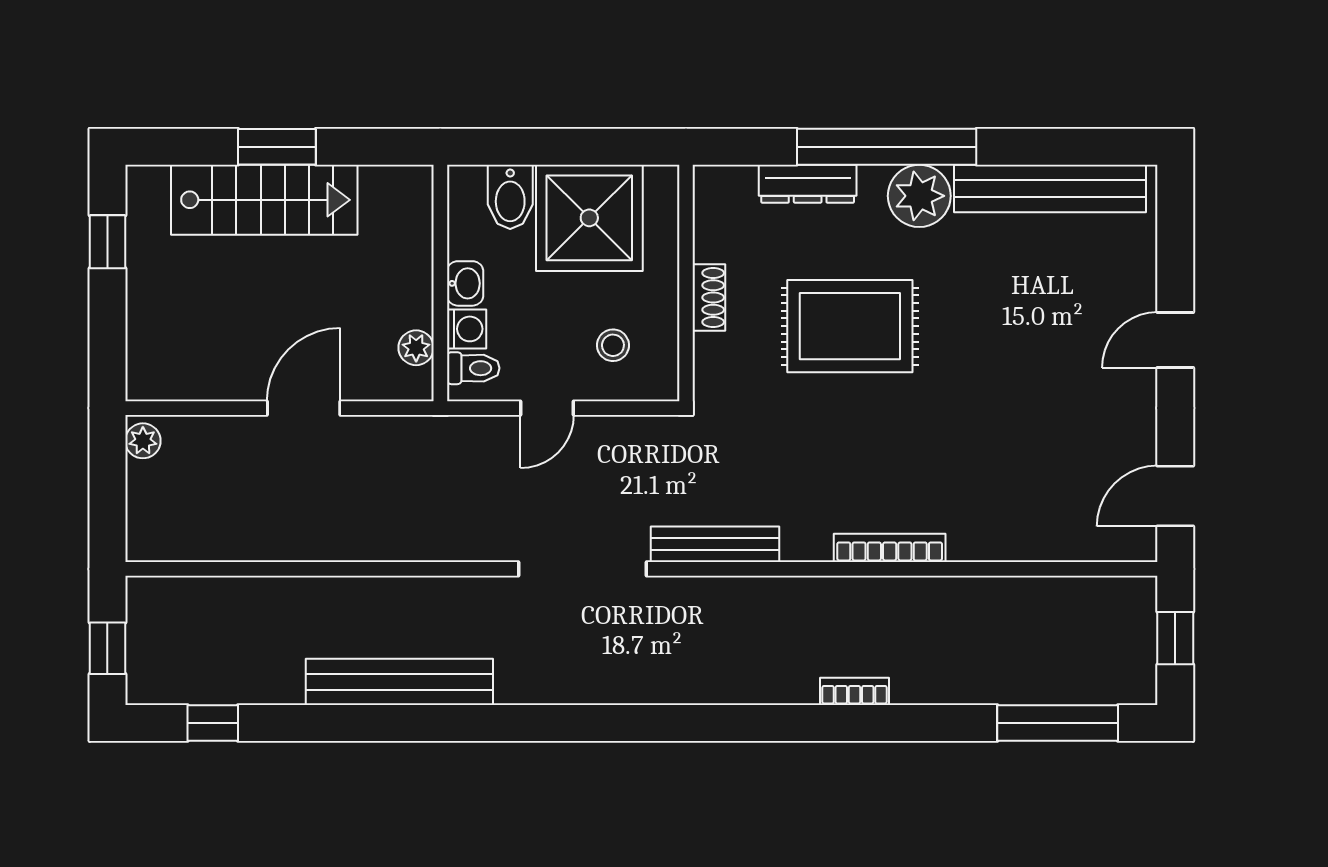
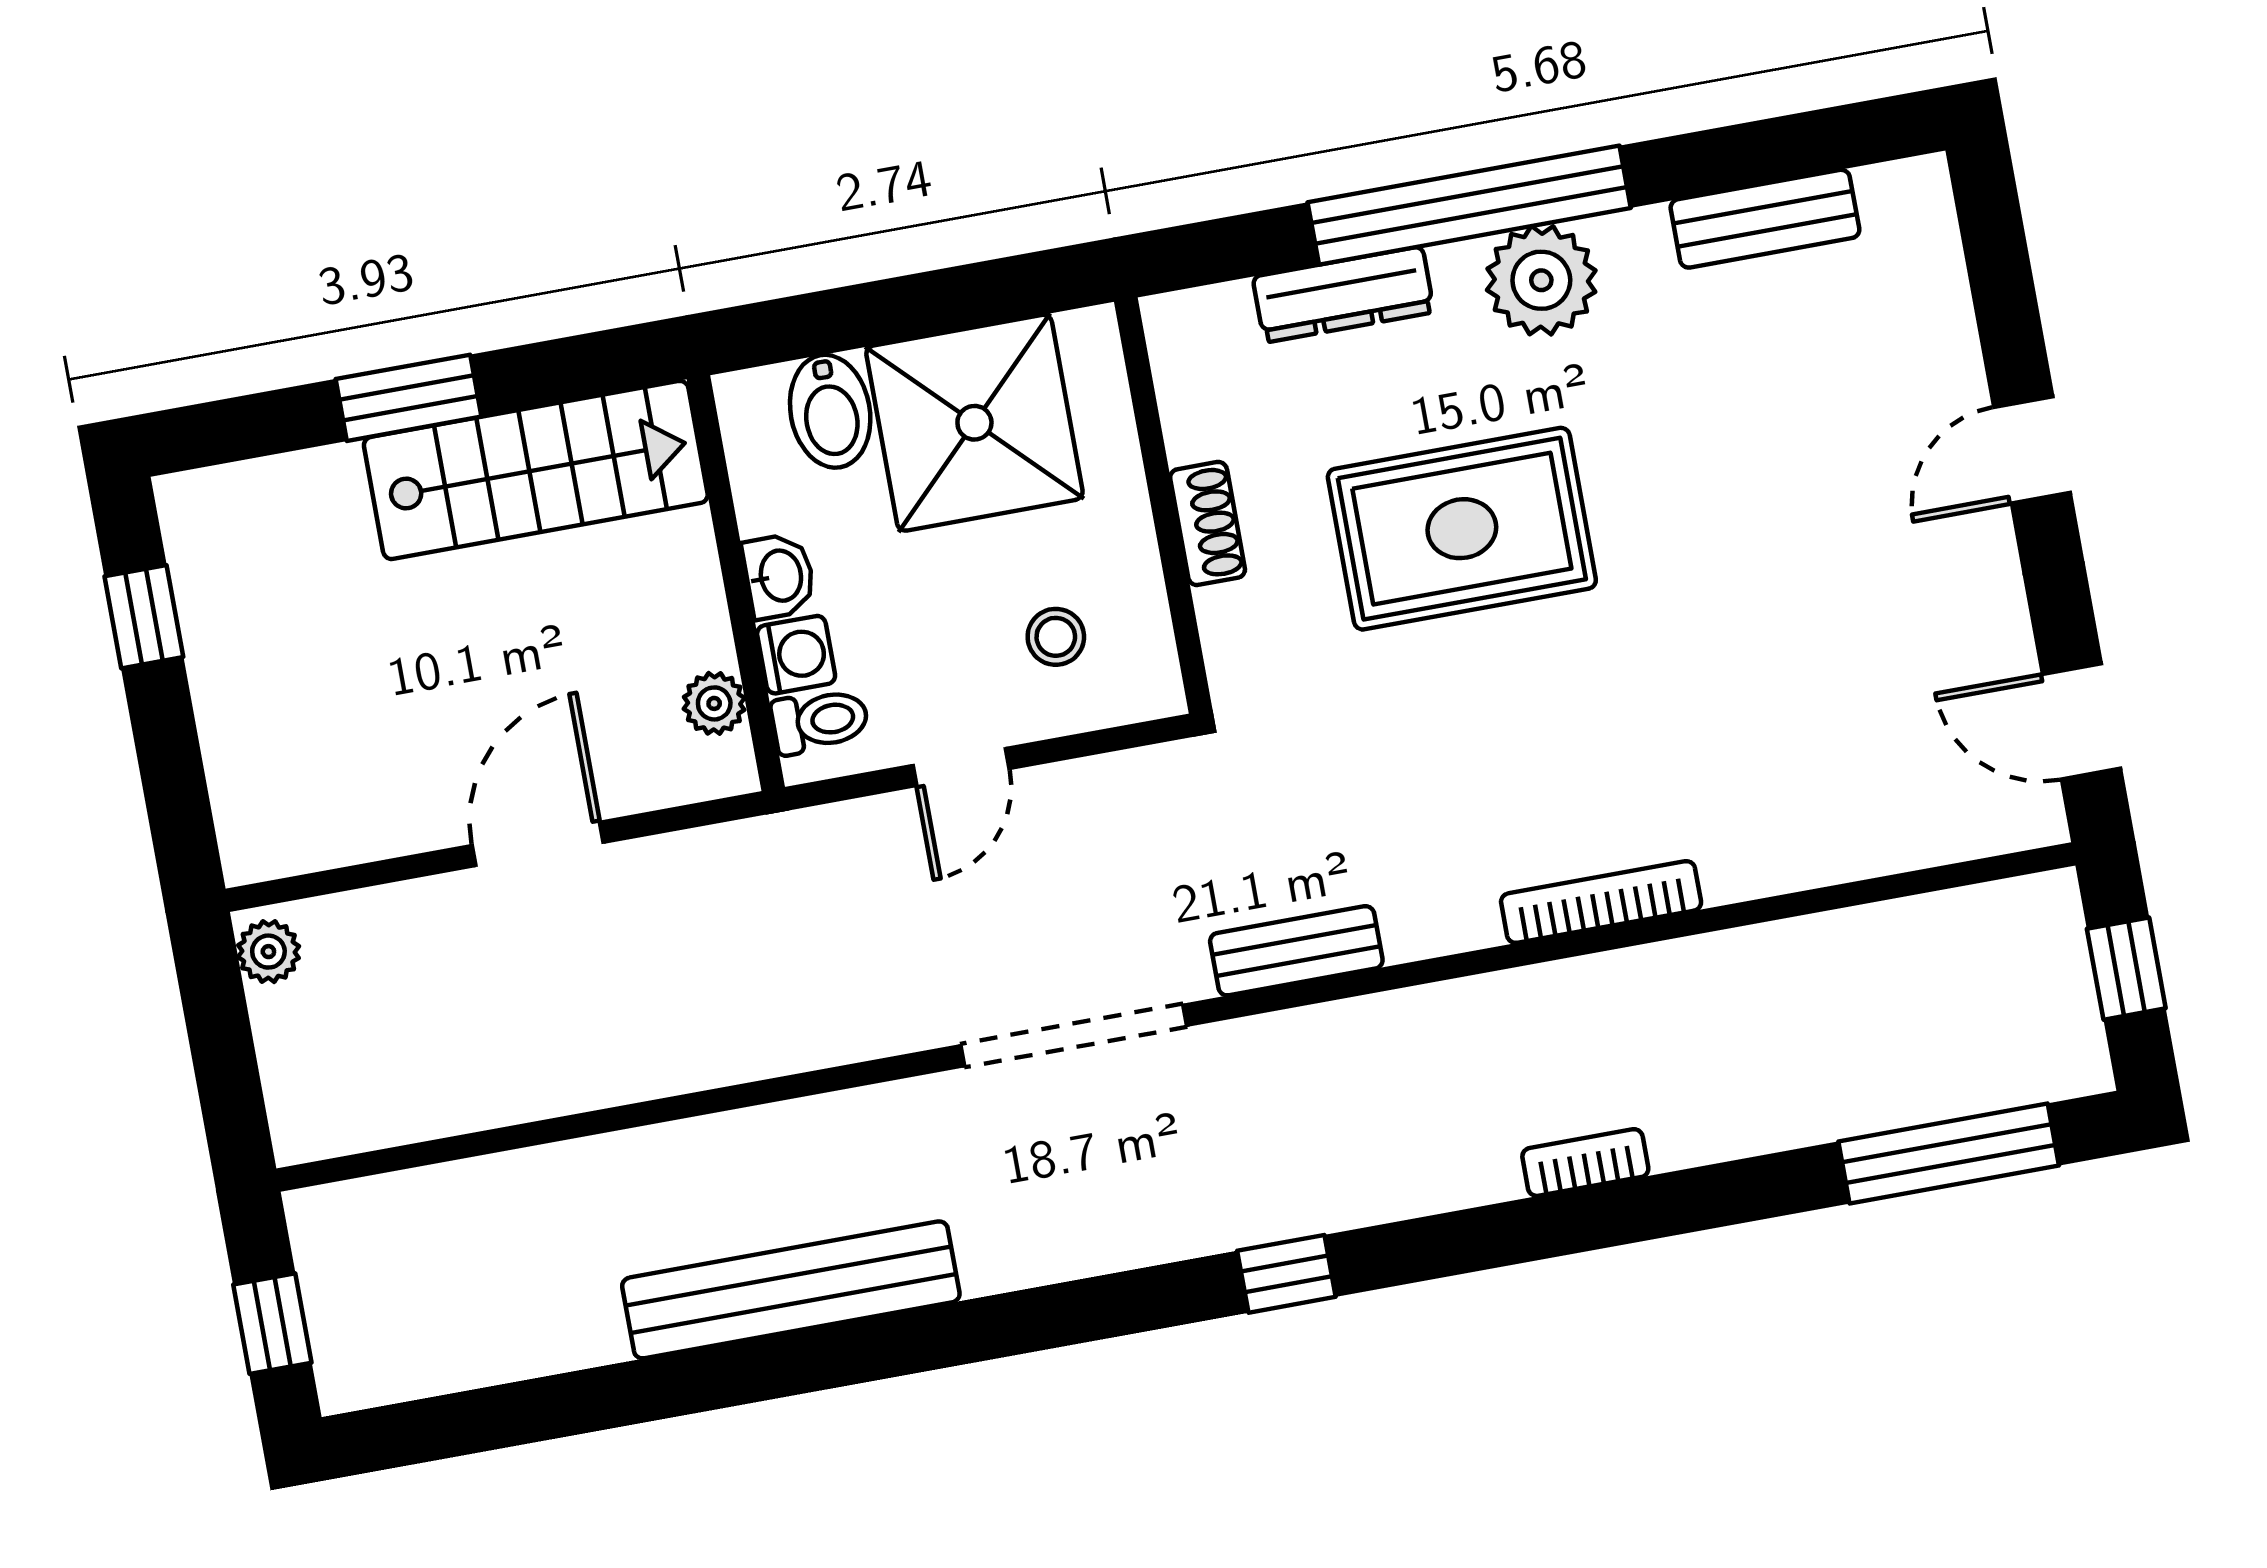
bench: (1050, 188) -> (1765, 219), width x0.54, depth x0.82
stairs: (264, 200) -> (536, 470), moved
door: (1175, 496) -> (2081, 721), hinge flipped
bench: (715, 544) -> (1296, 951), width x0.73
window: (213, 723) -> (1286, 1274), moved

